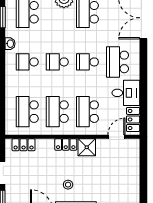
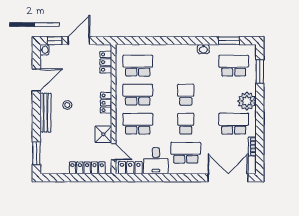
school desk: (27, 62) -> (186, 66), removed
shower: (87, 147) -> (103, 134), moved
locker: (133, 164) -> (87, 168), added

